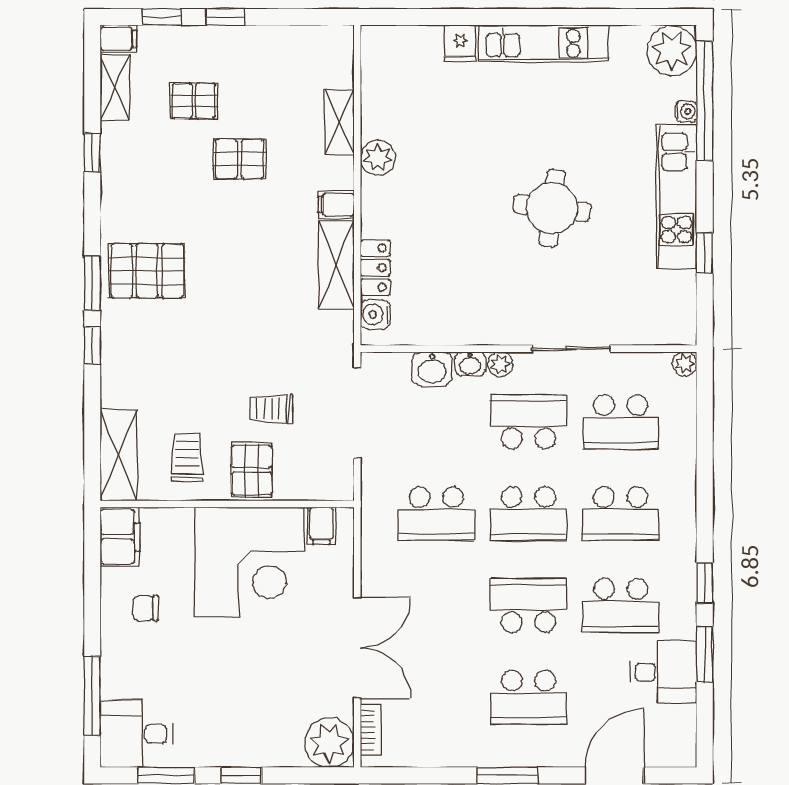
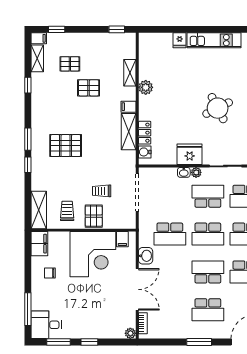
window: (225, 17) -> (117, 29), moved
round table: (552, 208) -> (218, 108), turned -34
pallet: (147, 271) -> (66, 146), moved
fridge: (484, 320) -> (190, 154), added
washbasin: (432, 369) -> (146, 256), moved, turned -90
plant: (329, 743) -> (130, 333), width x0.53, depth x0.53

